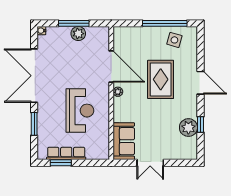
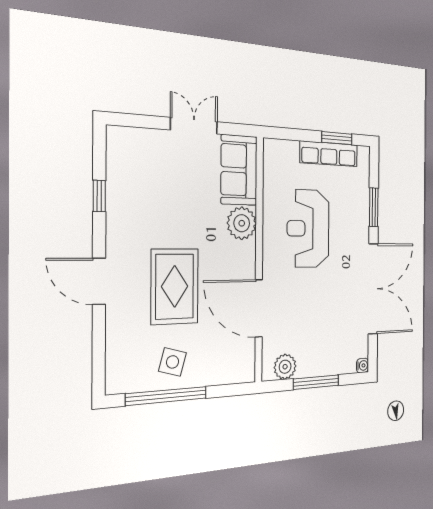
plant: (78, 34) -> (285, 367), moved
side table: (174, 40) -> (172, 362), moved
plant: (118, 92) -> (242, 223), moved, width x1.88, depth x1.88
plant: (188, 128) -> (123, 191), removed

